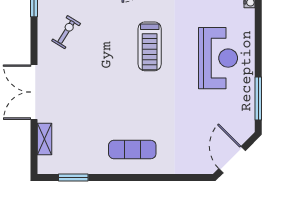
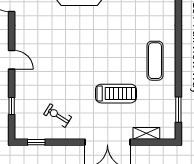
treadmill: (150, 46) -> (116, 94), moved

